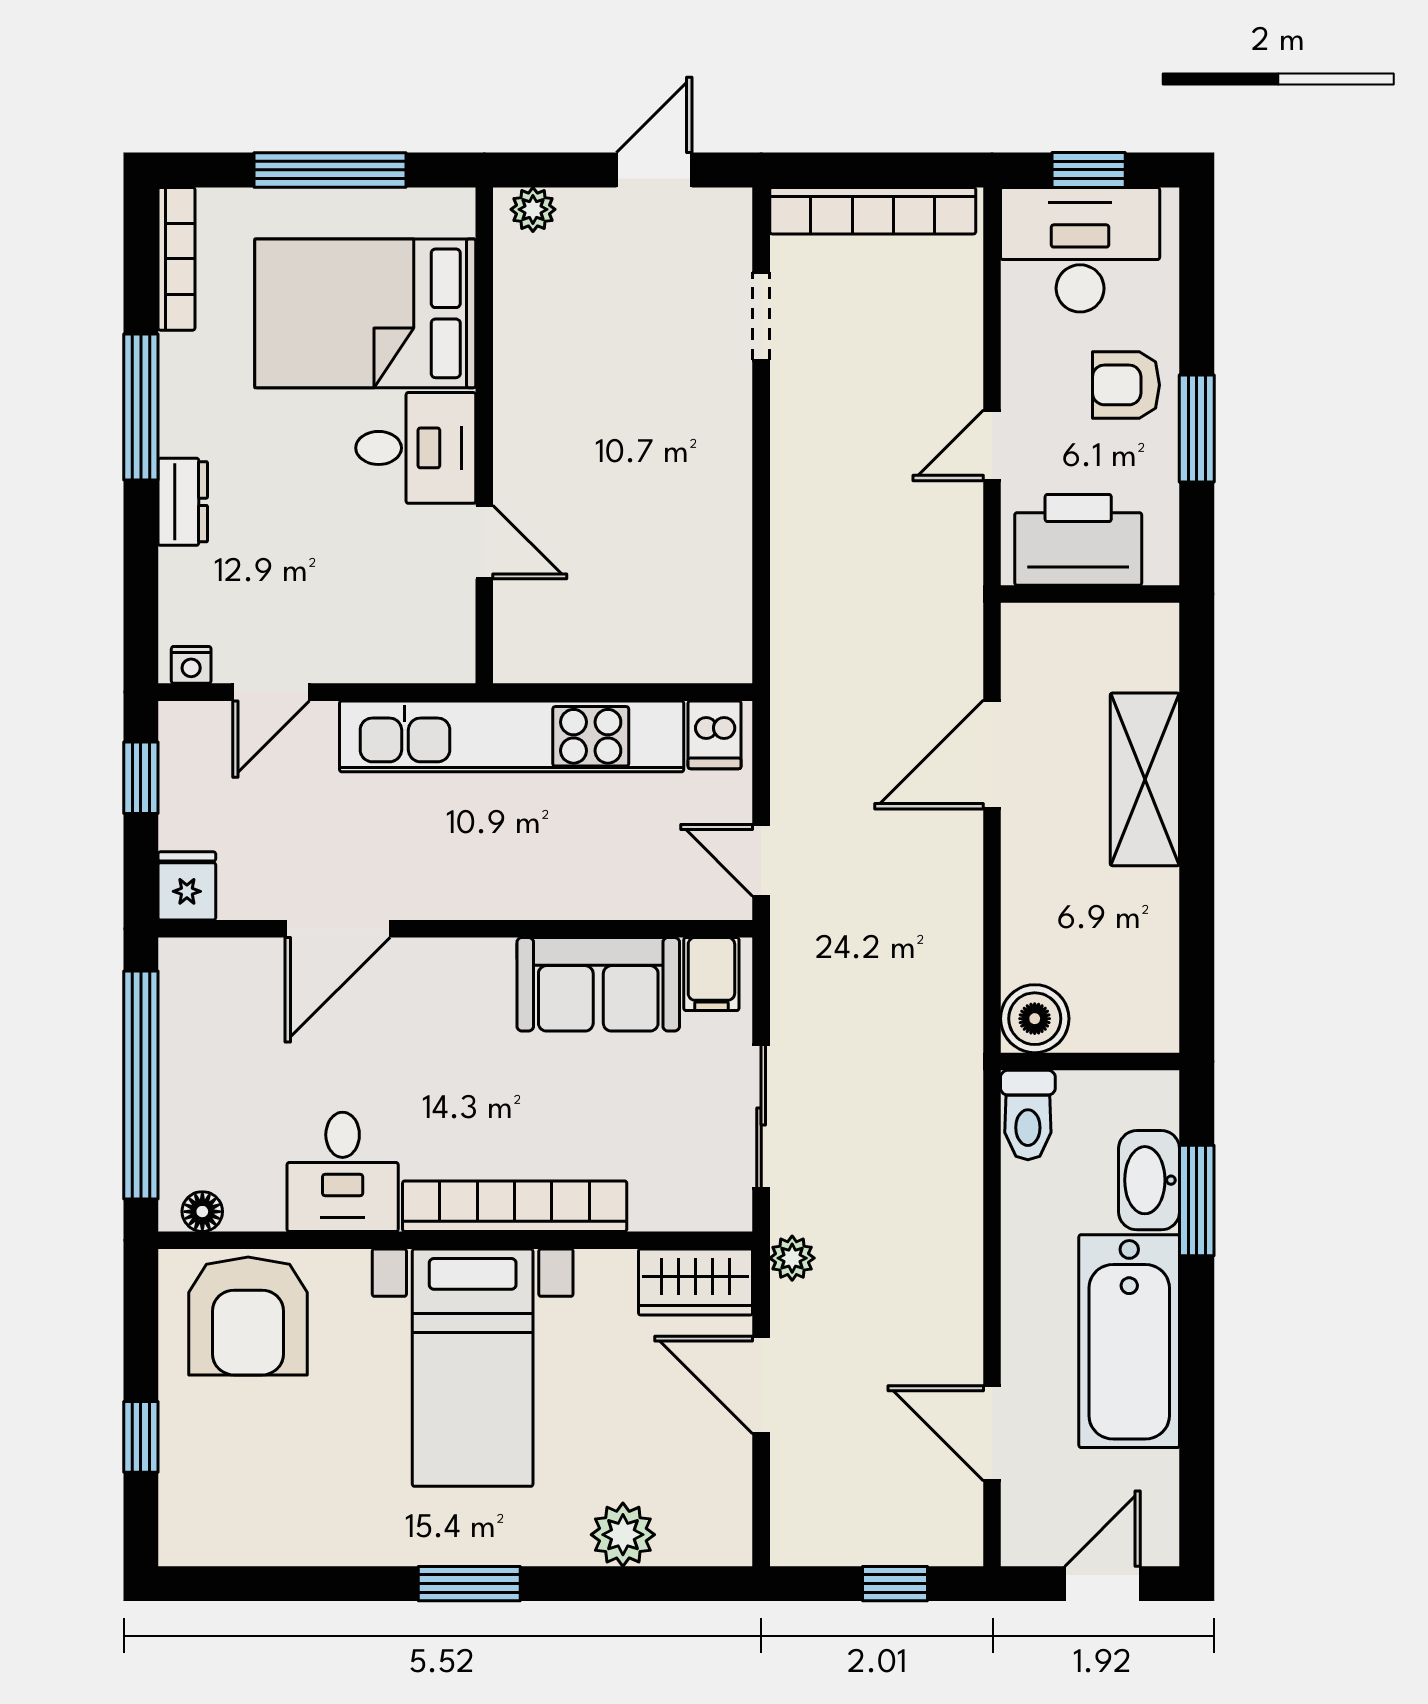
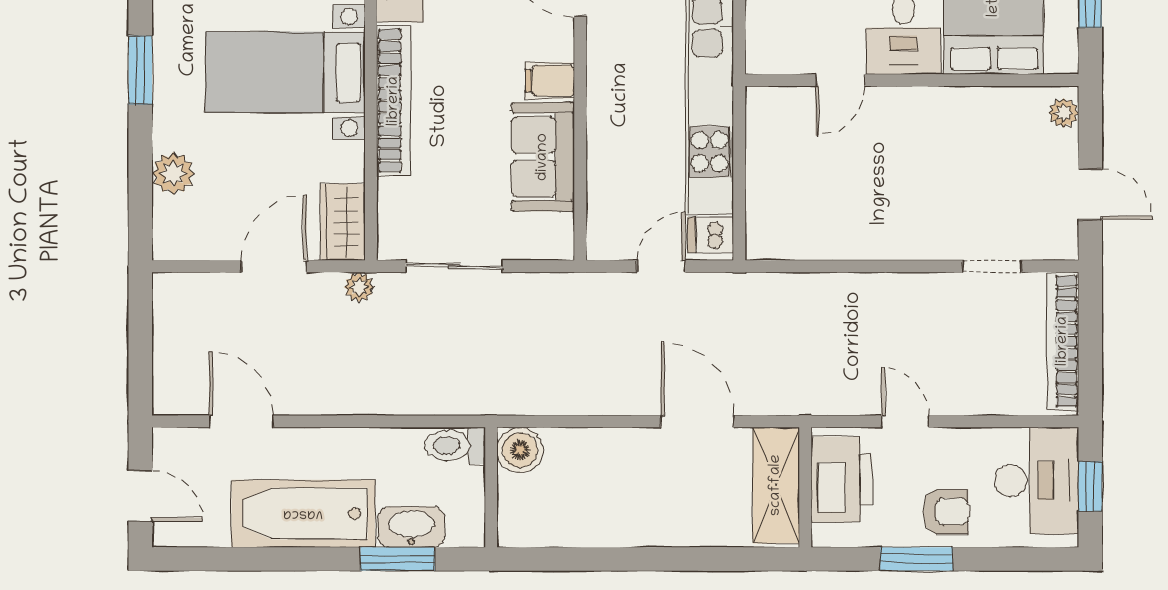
armchair: (1126, 385) -> (946, 512), turned 90
shelving: (1145, 779) -> (776, 485), moved, turned 90
door: (761, 860) -> (661, 266), moved
filing cabinet: (711, 974) -> (550, 81), moved
door: (992, 1433) -> (241, 421), hinge flipped
window: (895, 1584) -> (140, 356), removed

